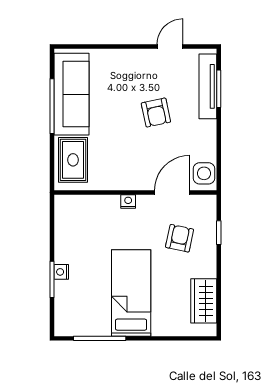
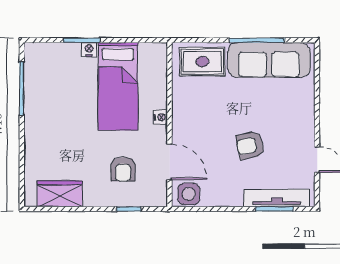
armchair: (180, 238) -> (123, 169), turned 78
bed: (131, 293) -> (118, 86), moved, turned 90

